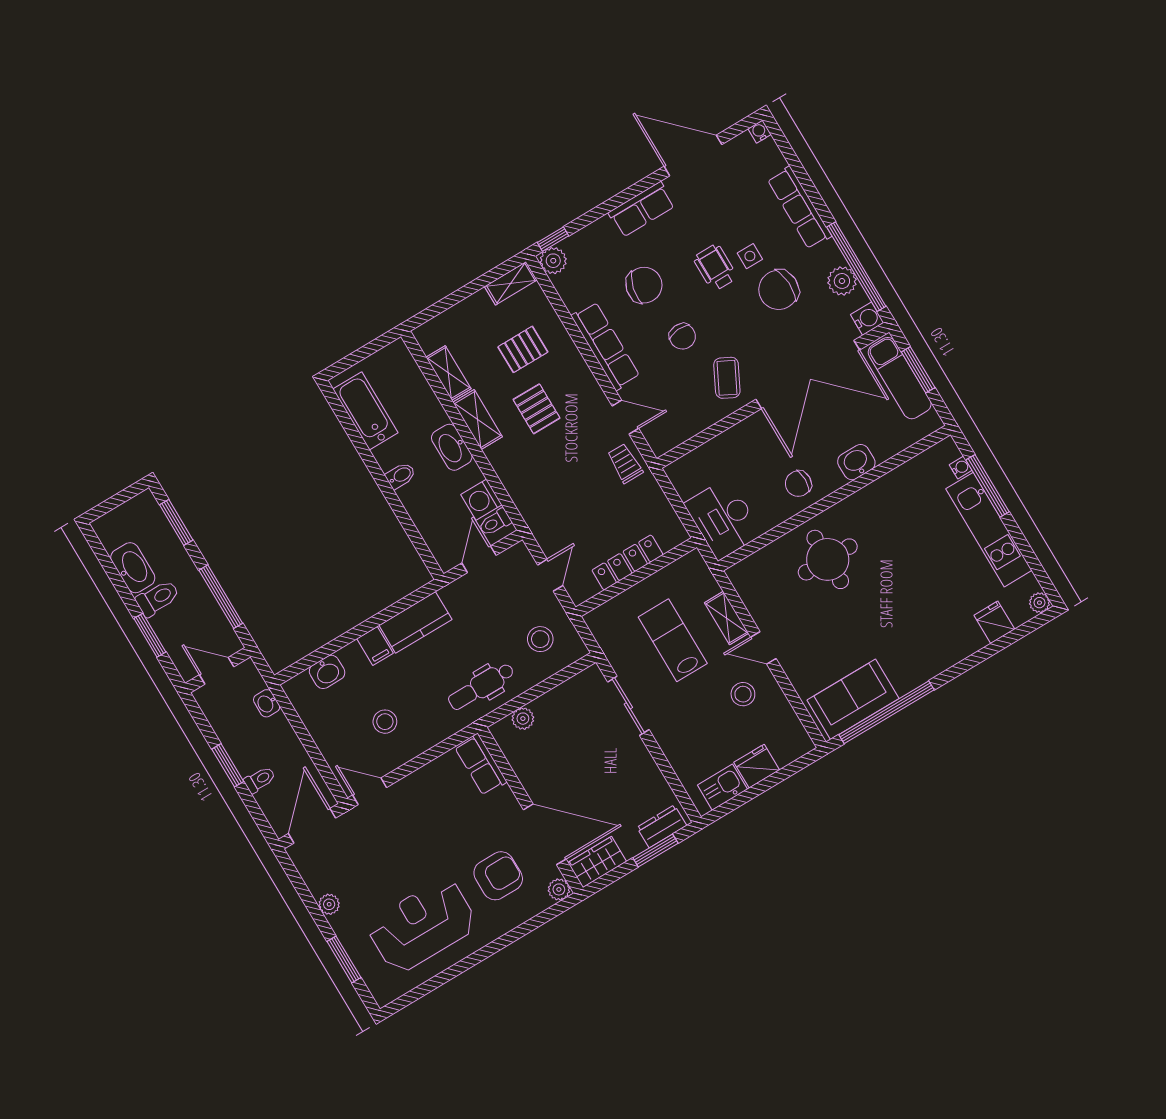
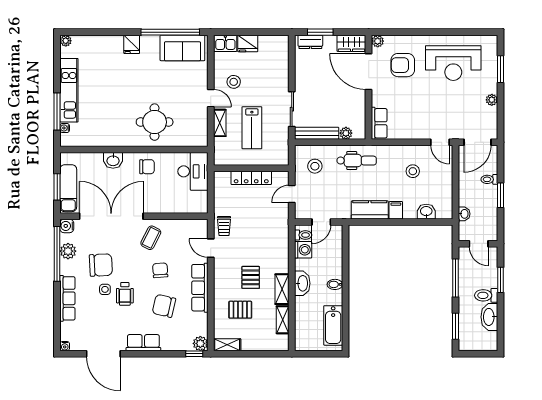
fridge: (994, 622) -> (132, 44), moved
bench: (568, 691) -> (317, 133), added
kitchen sink: (722, 787) -> (225, 43), moved

